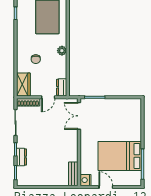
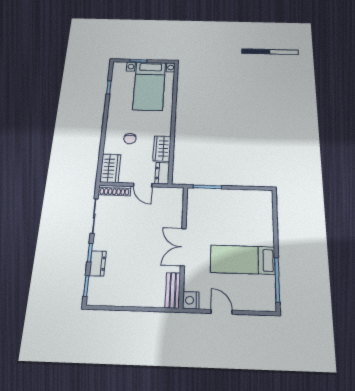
plant: (62, 51) -> (165, 130), removed
wardrobe: (60, 67) -> (162, 149), added
door: (48, 97) -> (143, 185), hinge flipped
double door: (79, 116) -> (183, 247), moved
bed: (120, 156) -> (243, 260), width x0.67

